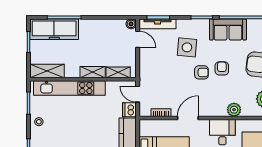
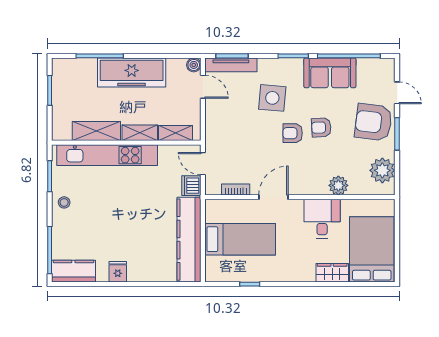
freezer: (54, 29) -> (132, 72), moved
armchair: (222, 68) -> (321, 127), turned -93
shelving: (47, 71) -> (96, 131), moved
armchair: (201, 72) -> (293, 133), turned 180

